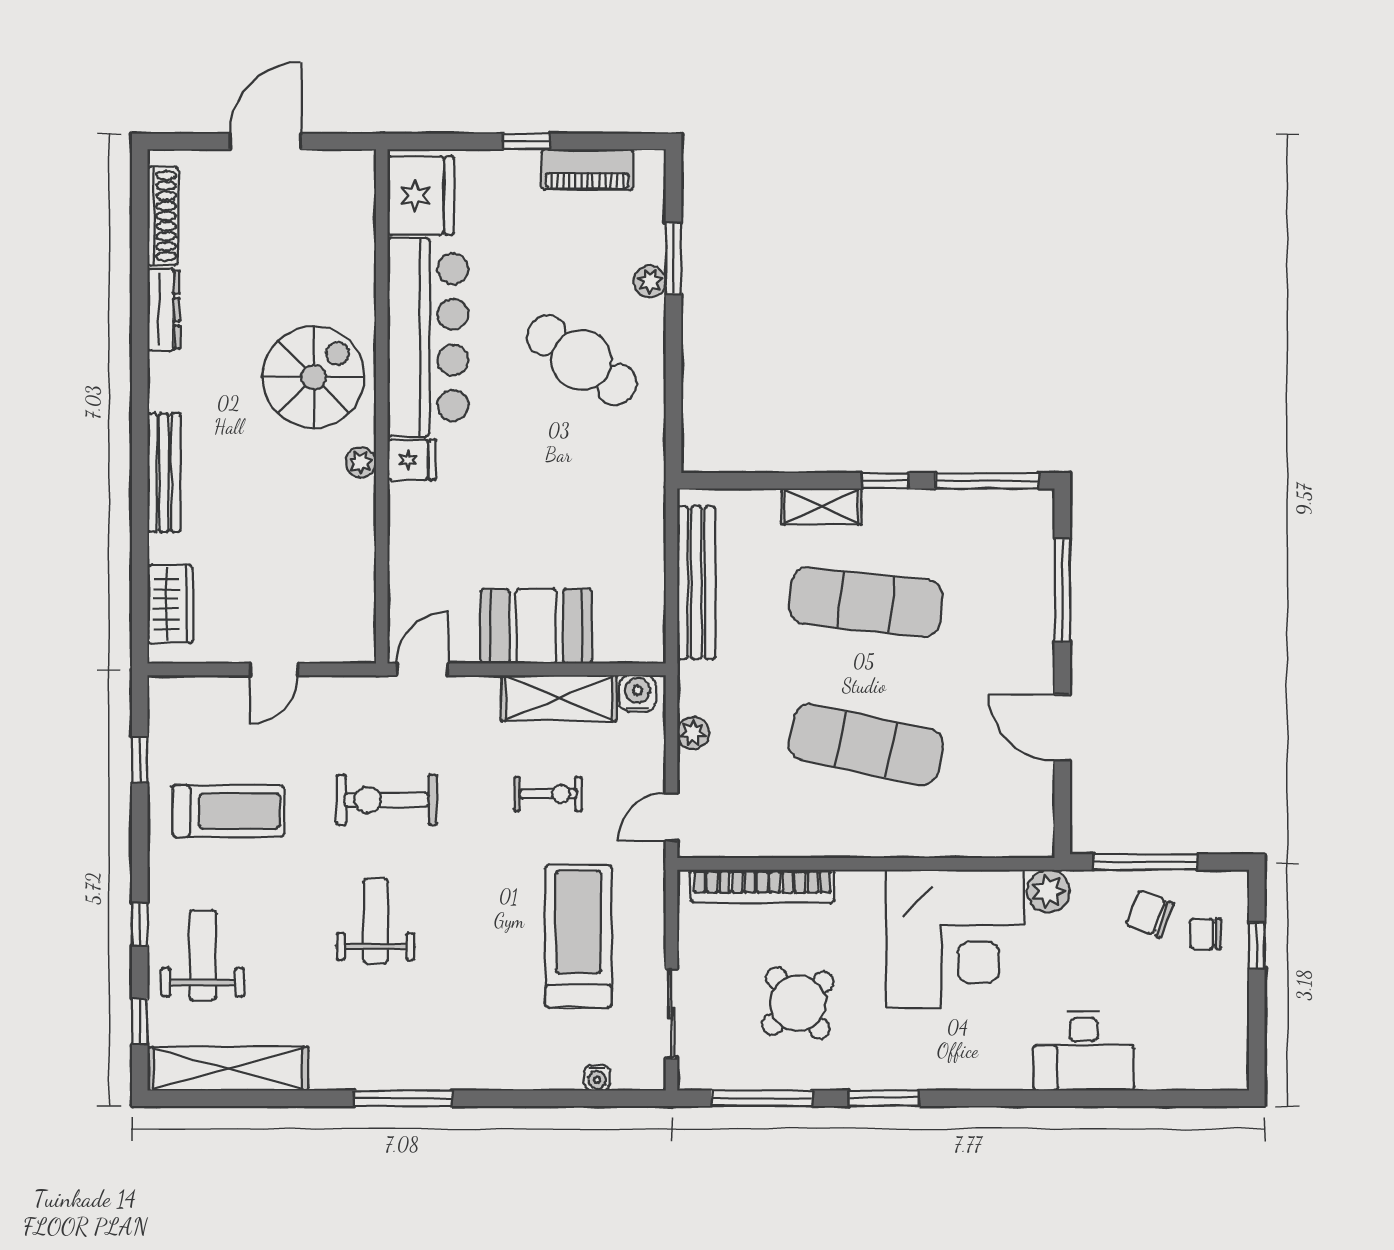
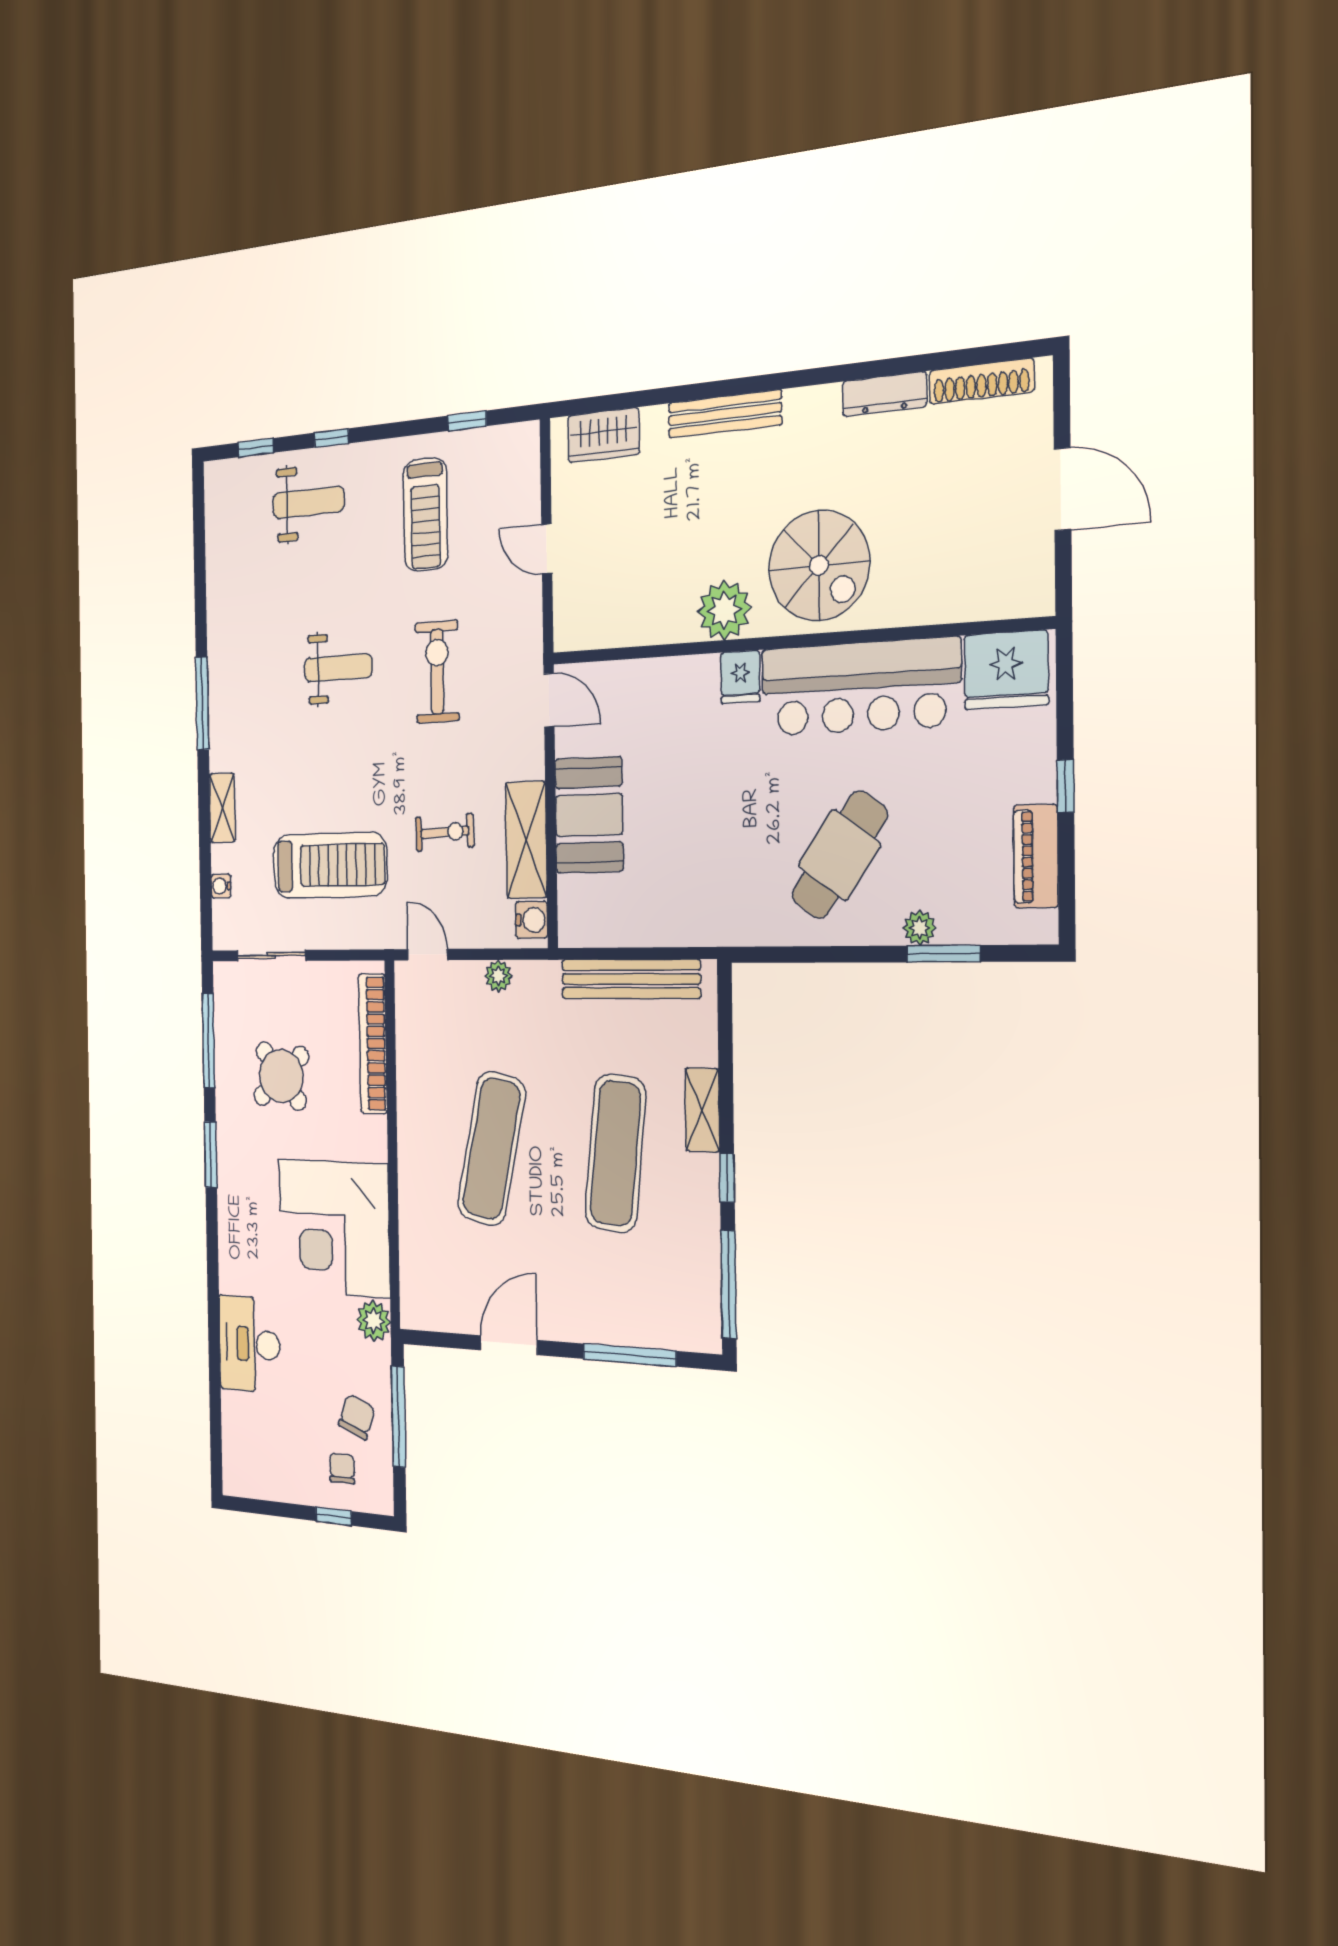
plant: (361, 462) -> (724, 610), width x1.88, depth x1.88
exercise bike: (548, 794) -> (445, 832), turned -92
shelving: (228, 1069) -> (222, 808), moved, width x0.45, depth x0.75

